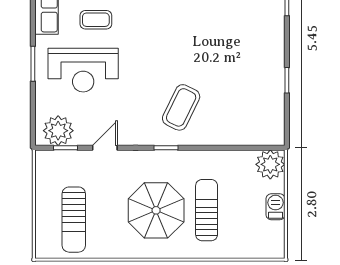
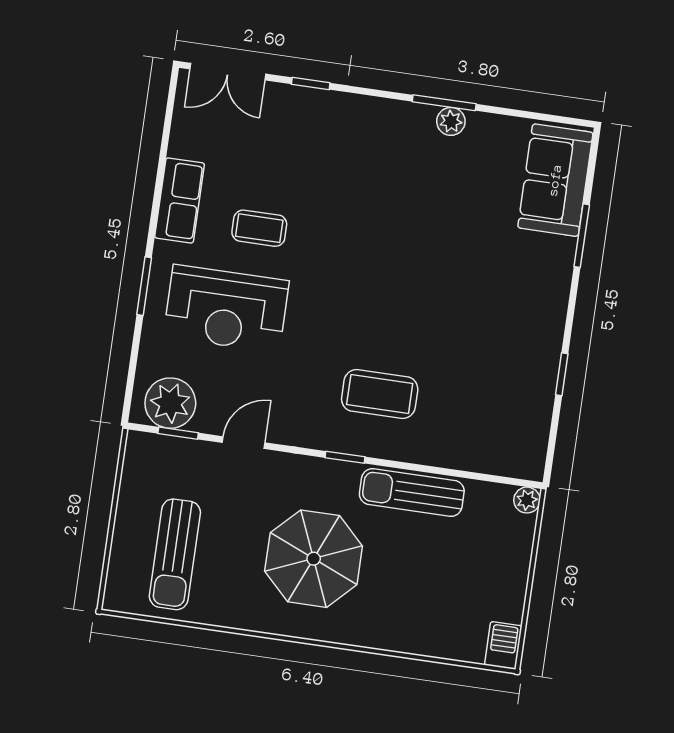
coffee table: (181, 107) -> (380, 394), turned 64
plant: (270, 164) -> (527, 500), width x0.53, depth x0.53
barbecue: (276, 207) -> (503, 645), moved
sun lounger: (207, 210) -> (412, 493), moved, turned -90

